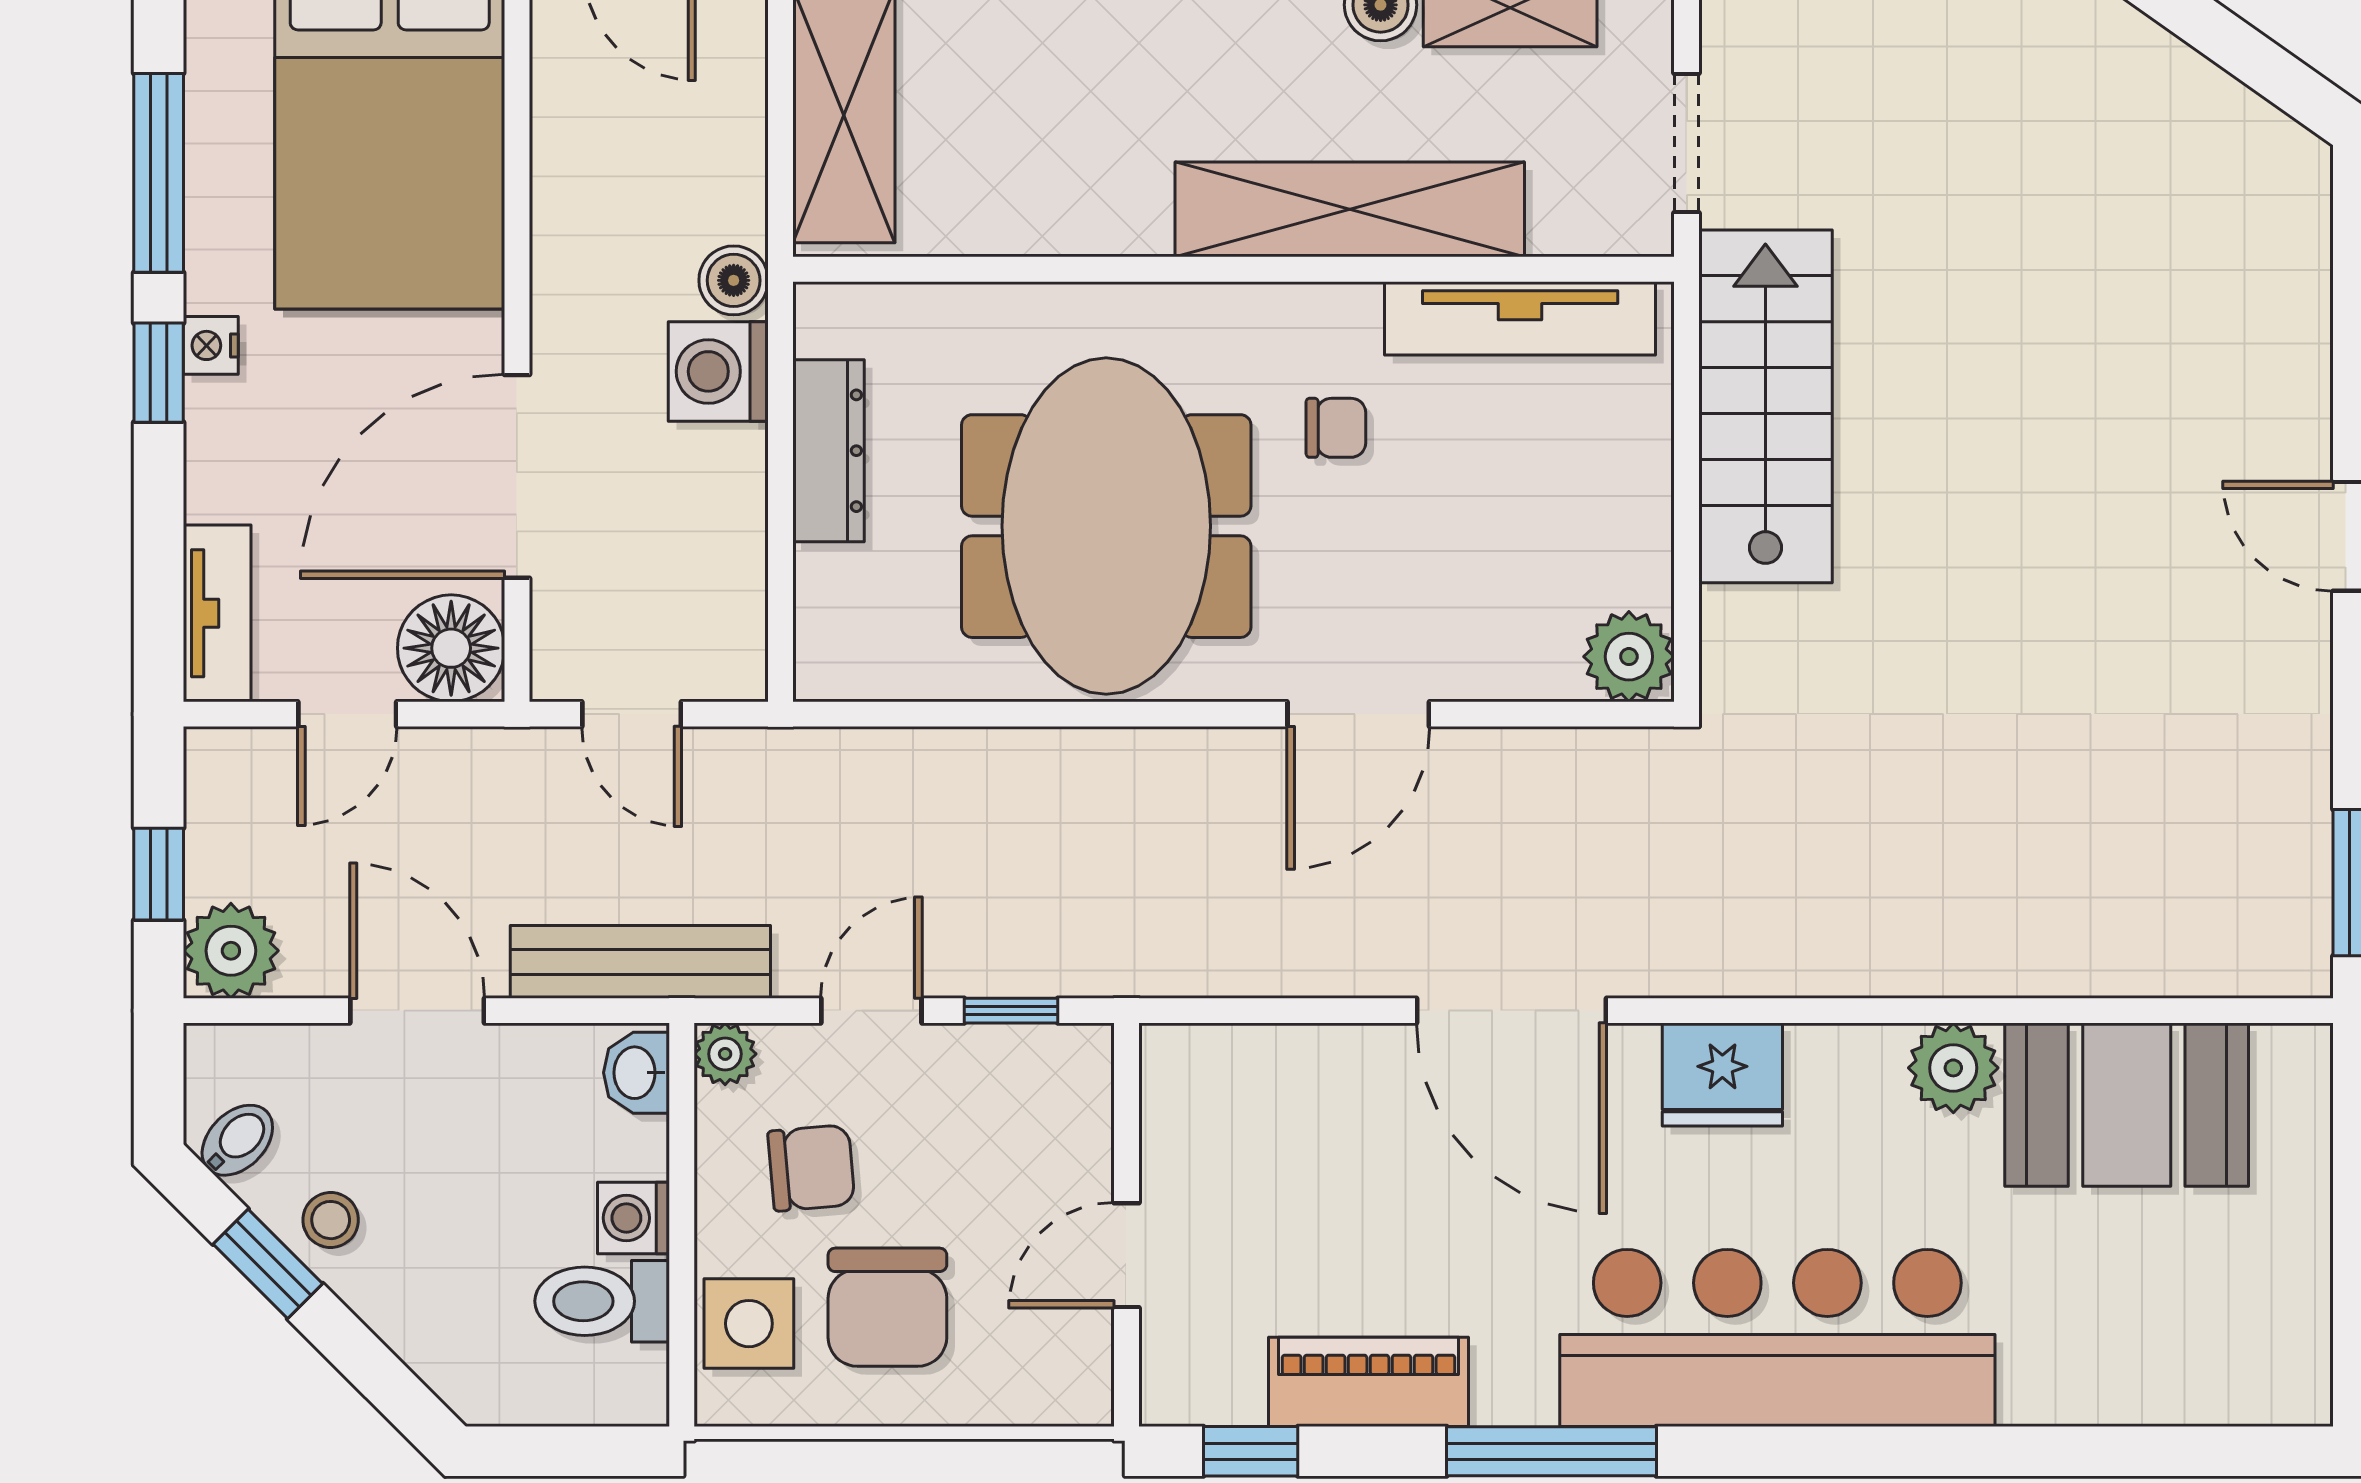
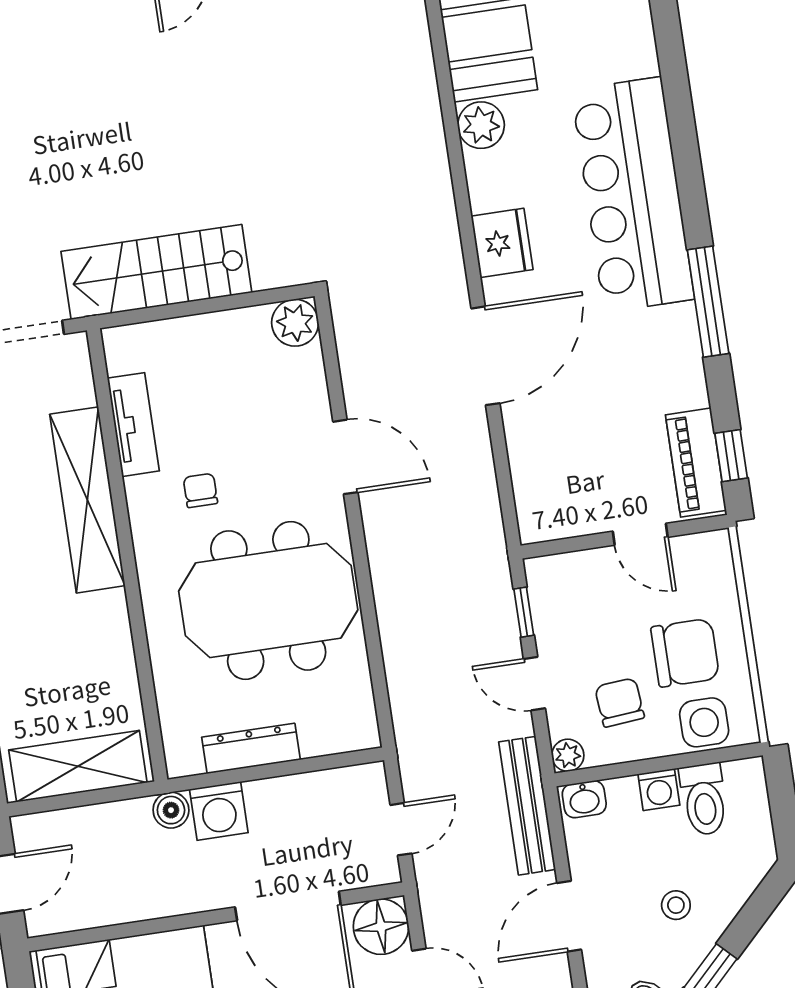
tv unit: (1520, 318) -> (133, 425), width x0.71
stool: (331, 1220) -> (676, 905), moved
piano: (1369, 1382) -> (696, 463), moved

